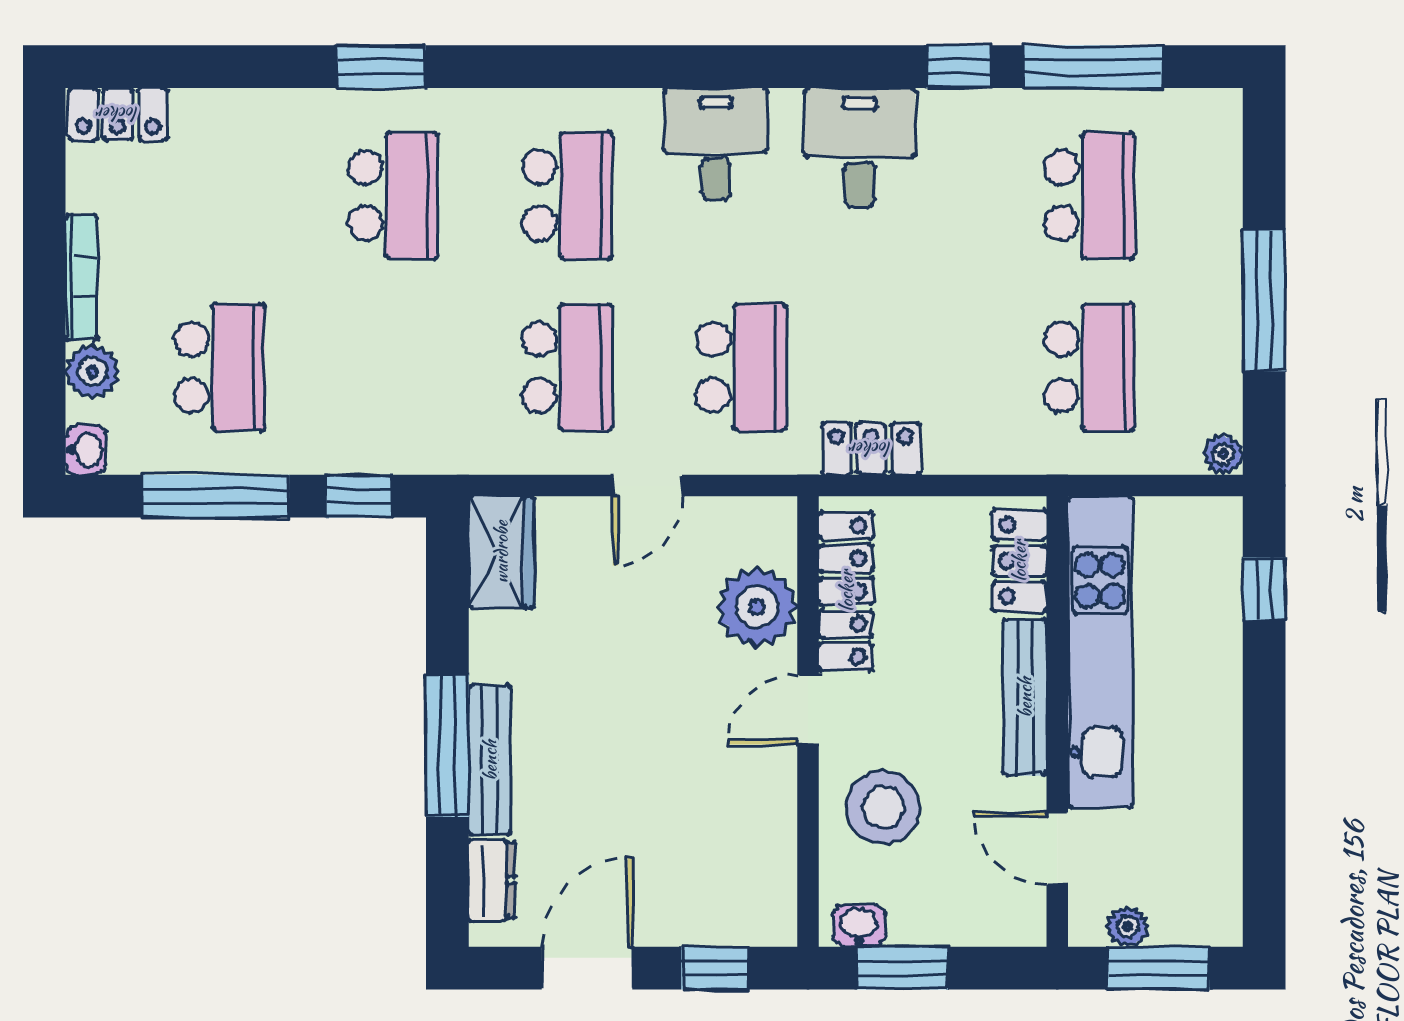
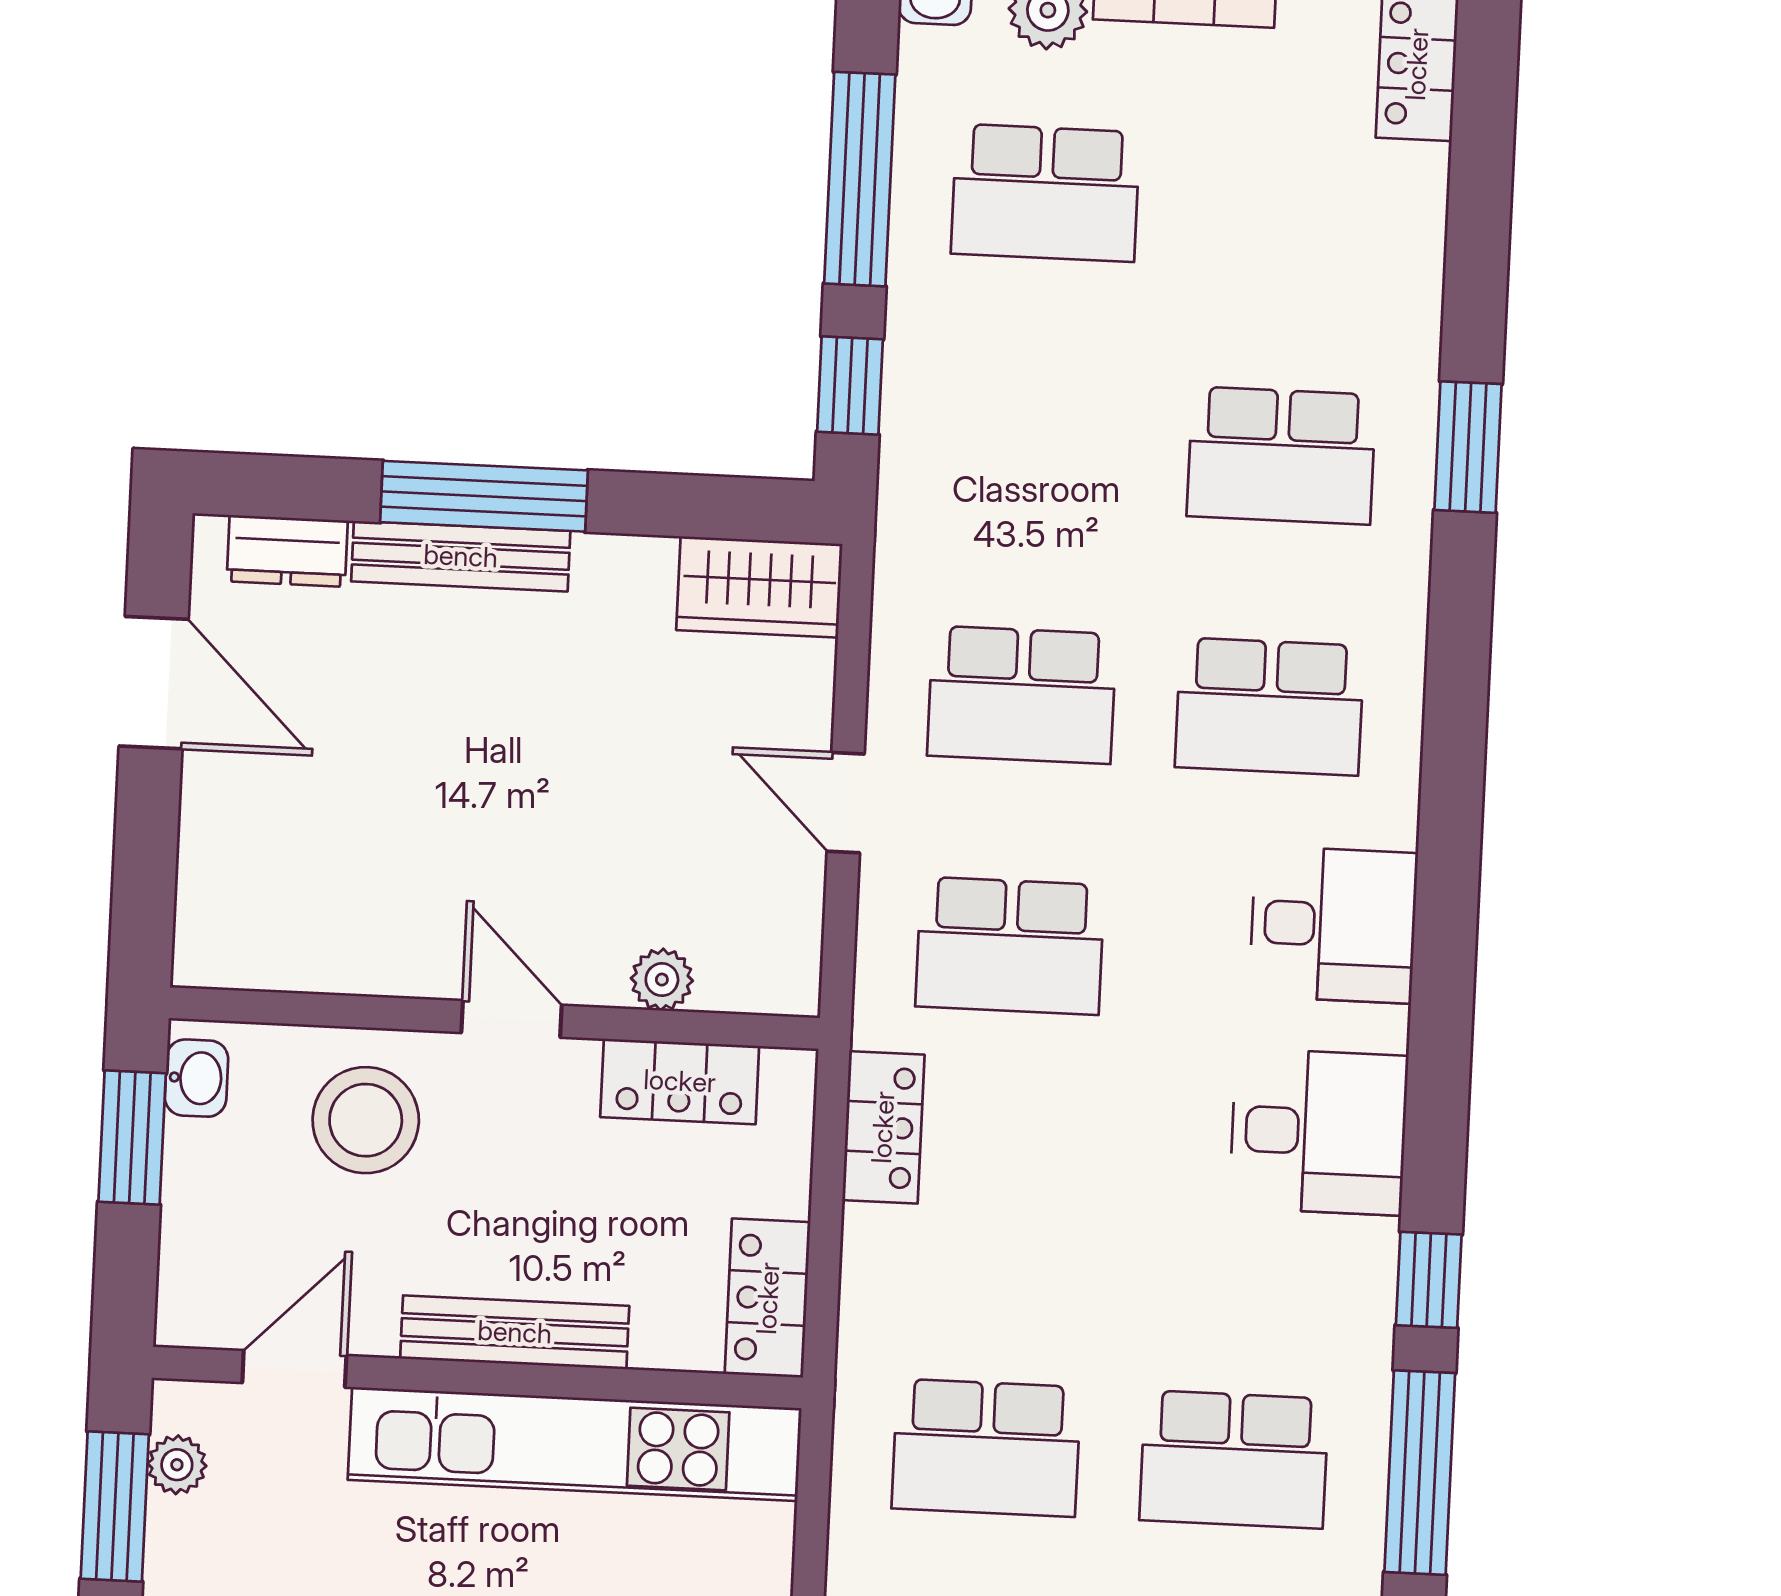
locker: (1019, 561) -> (768, 1298), moved, turned -90
locker: (846, 591) -> (680, 1081), width x0.66
plant: (757, 607) -> (662, 980), width x0.53, depth x0.53
window: (715, 968) -> (145, 867), removed

